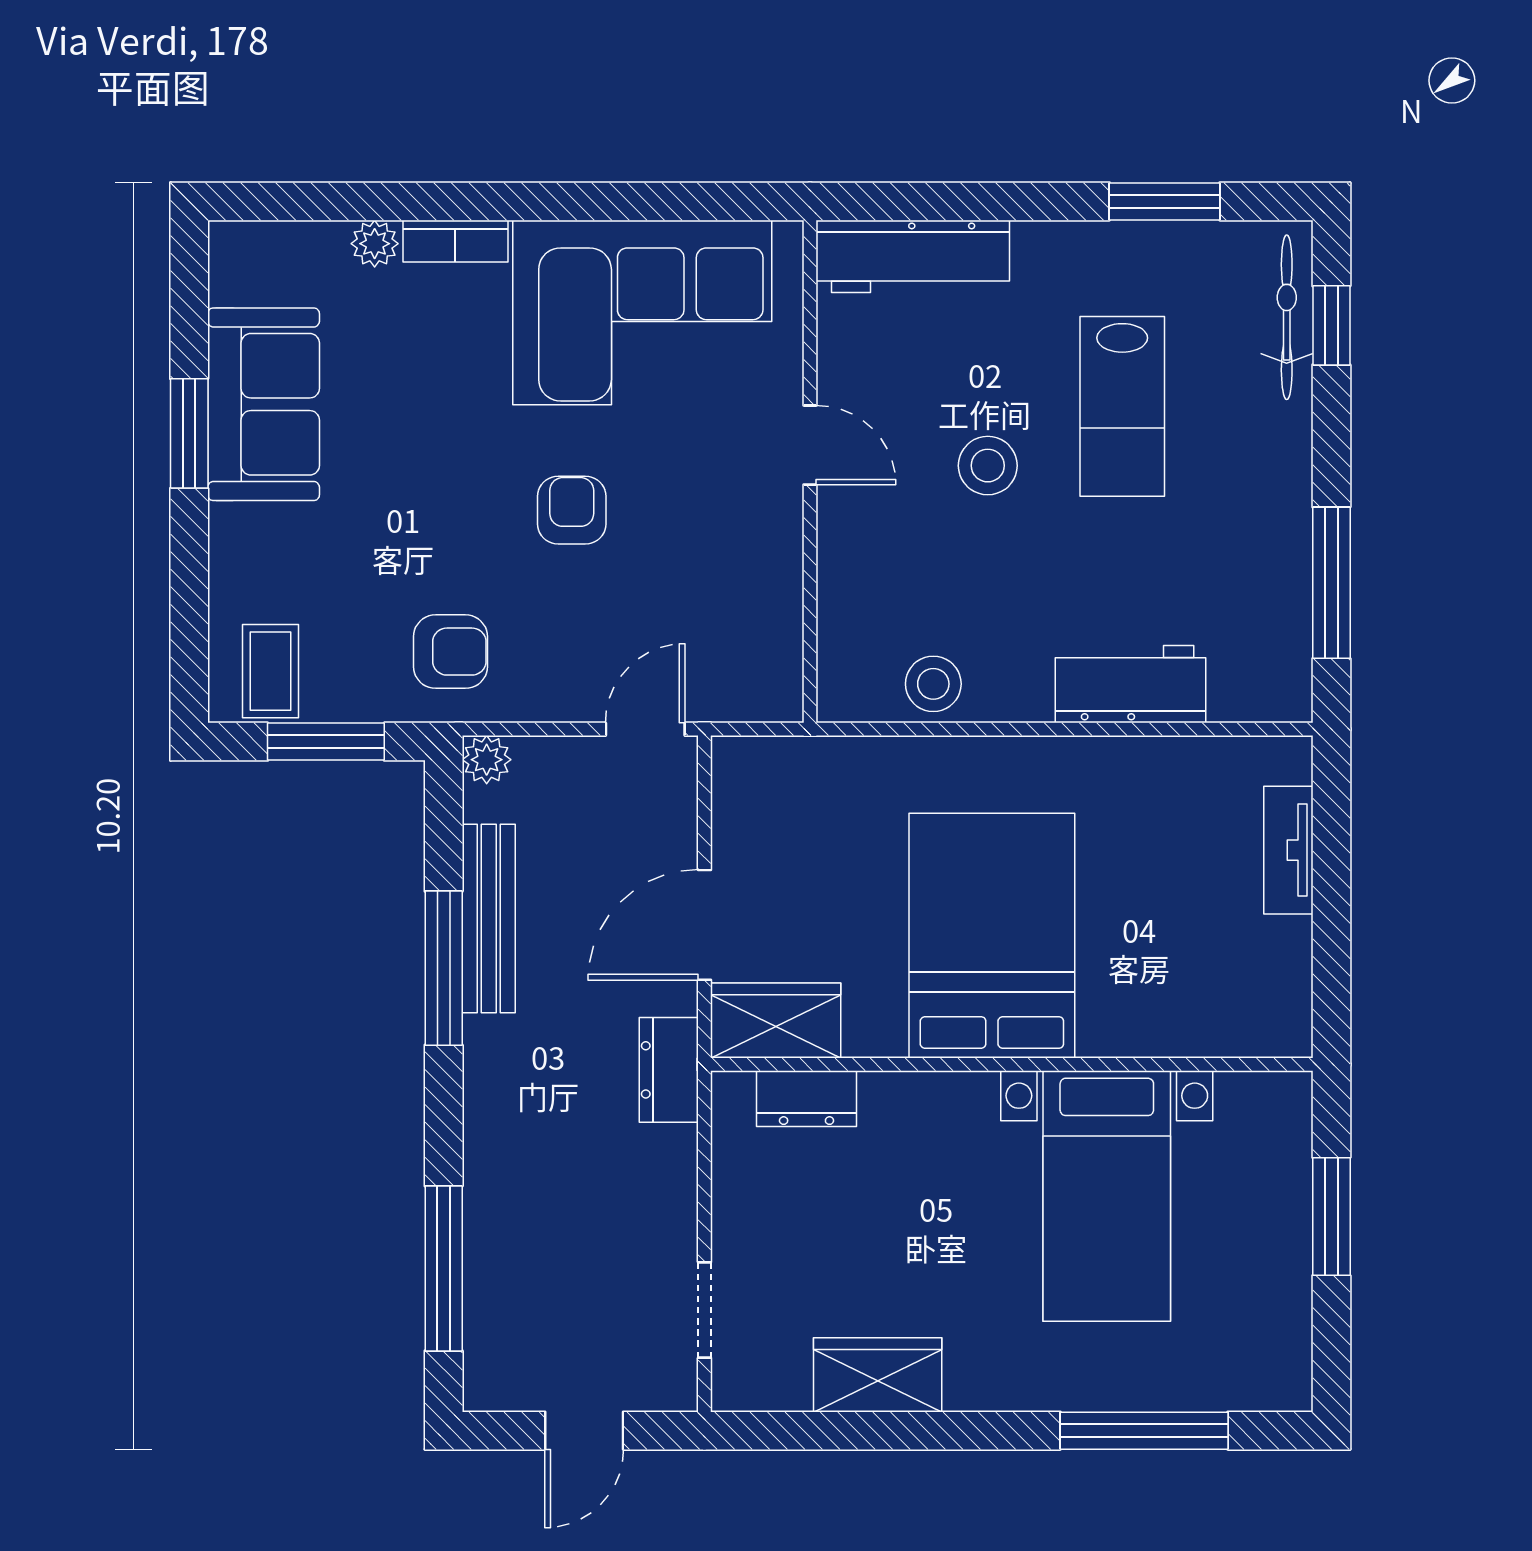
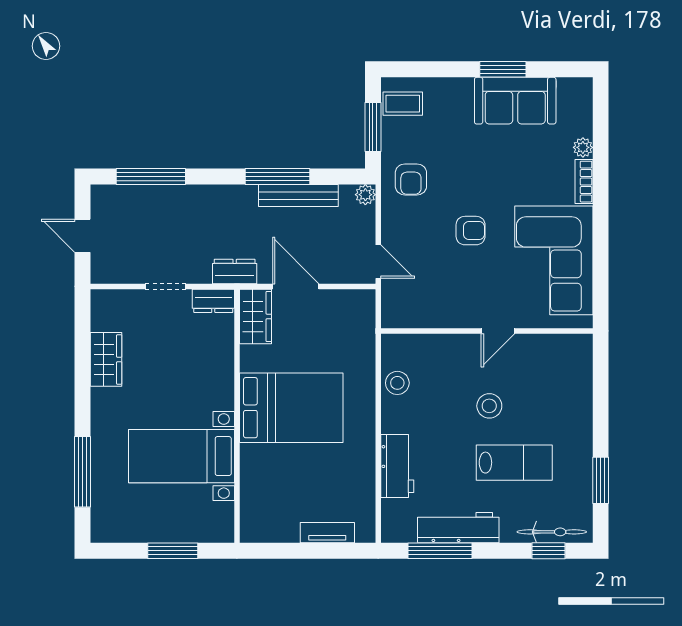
workbench: (913, 256) -> (458, 528), moved, turned 90
lab bench: (1122, 406) -> (514, 463), turned 180
dresser: (807, 1099) -> (213, 301), moved, turned -90
doorway: (704, 1310) -> (166, 286), moved

